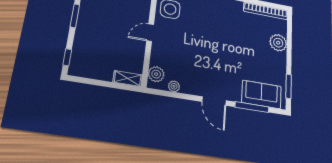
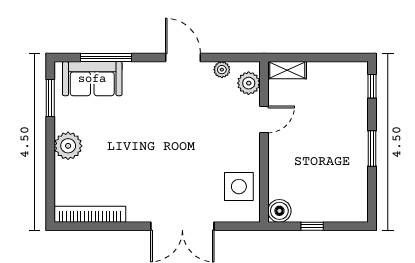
door: (150, 33) -> (264, 119), moved
plant: (278, 43) -> (68, 146), moved
door: (214, 101) -> (183, 58), moved

